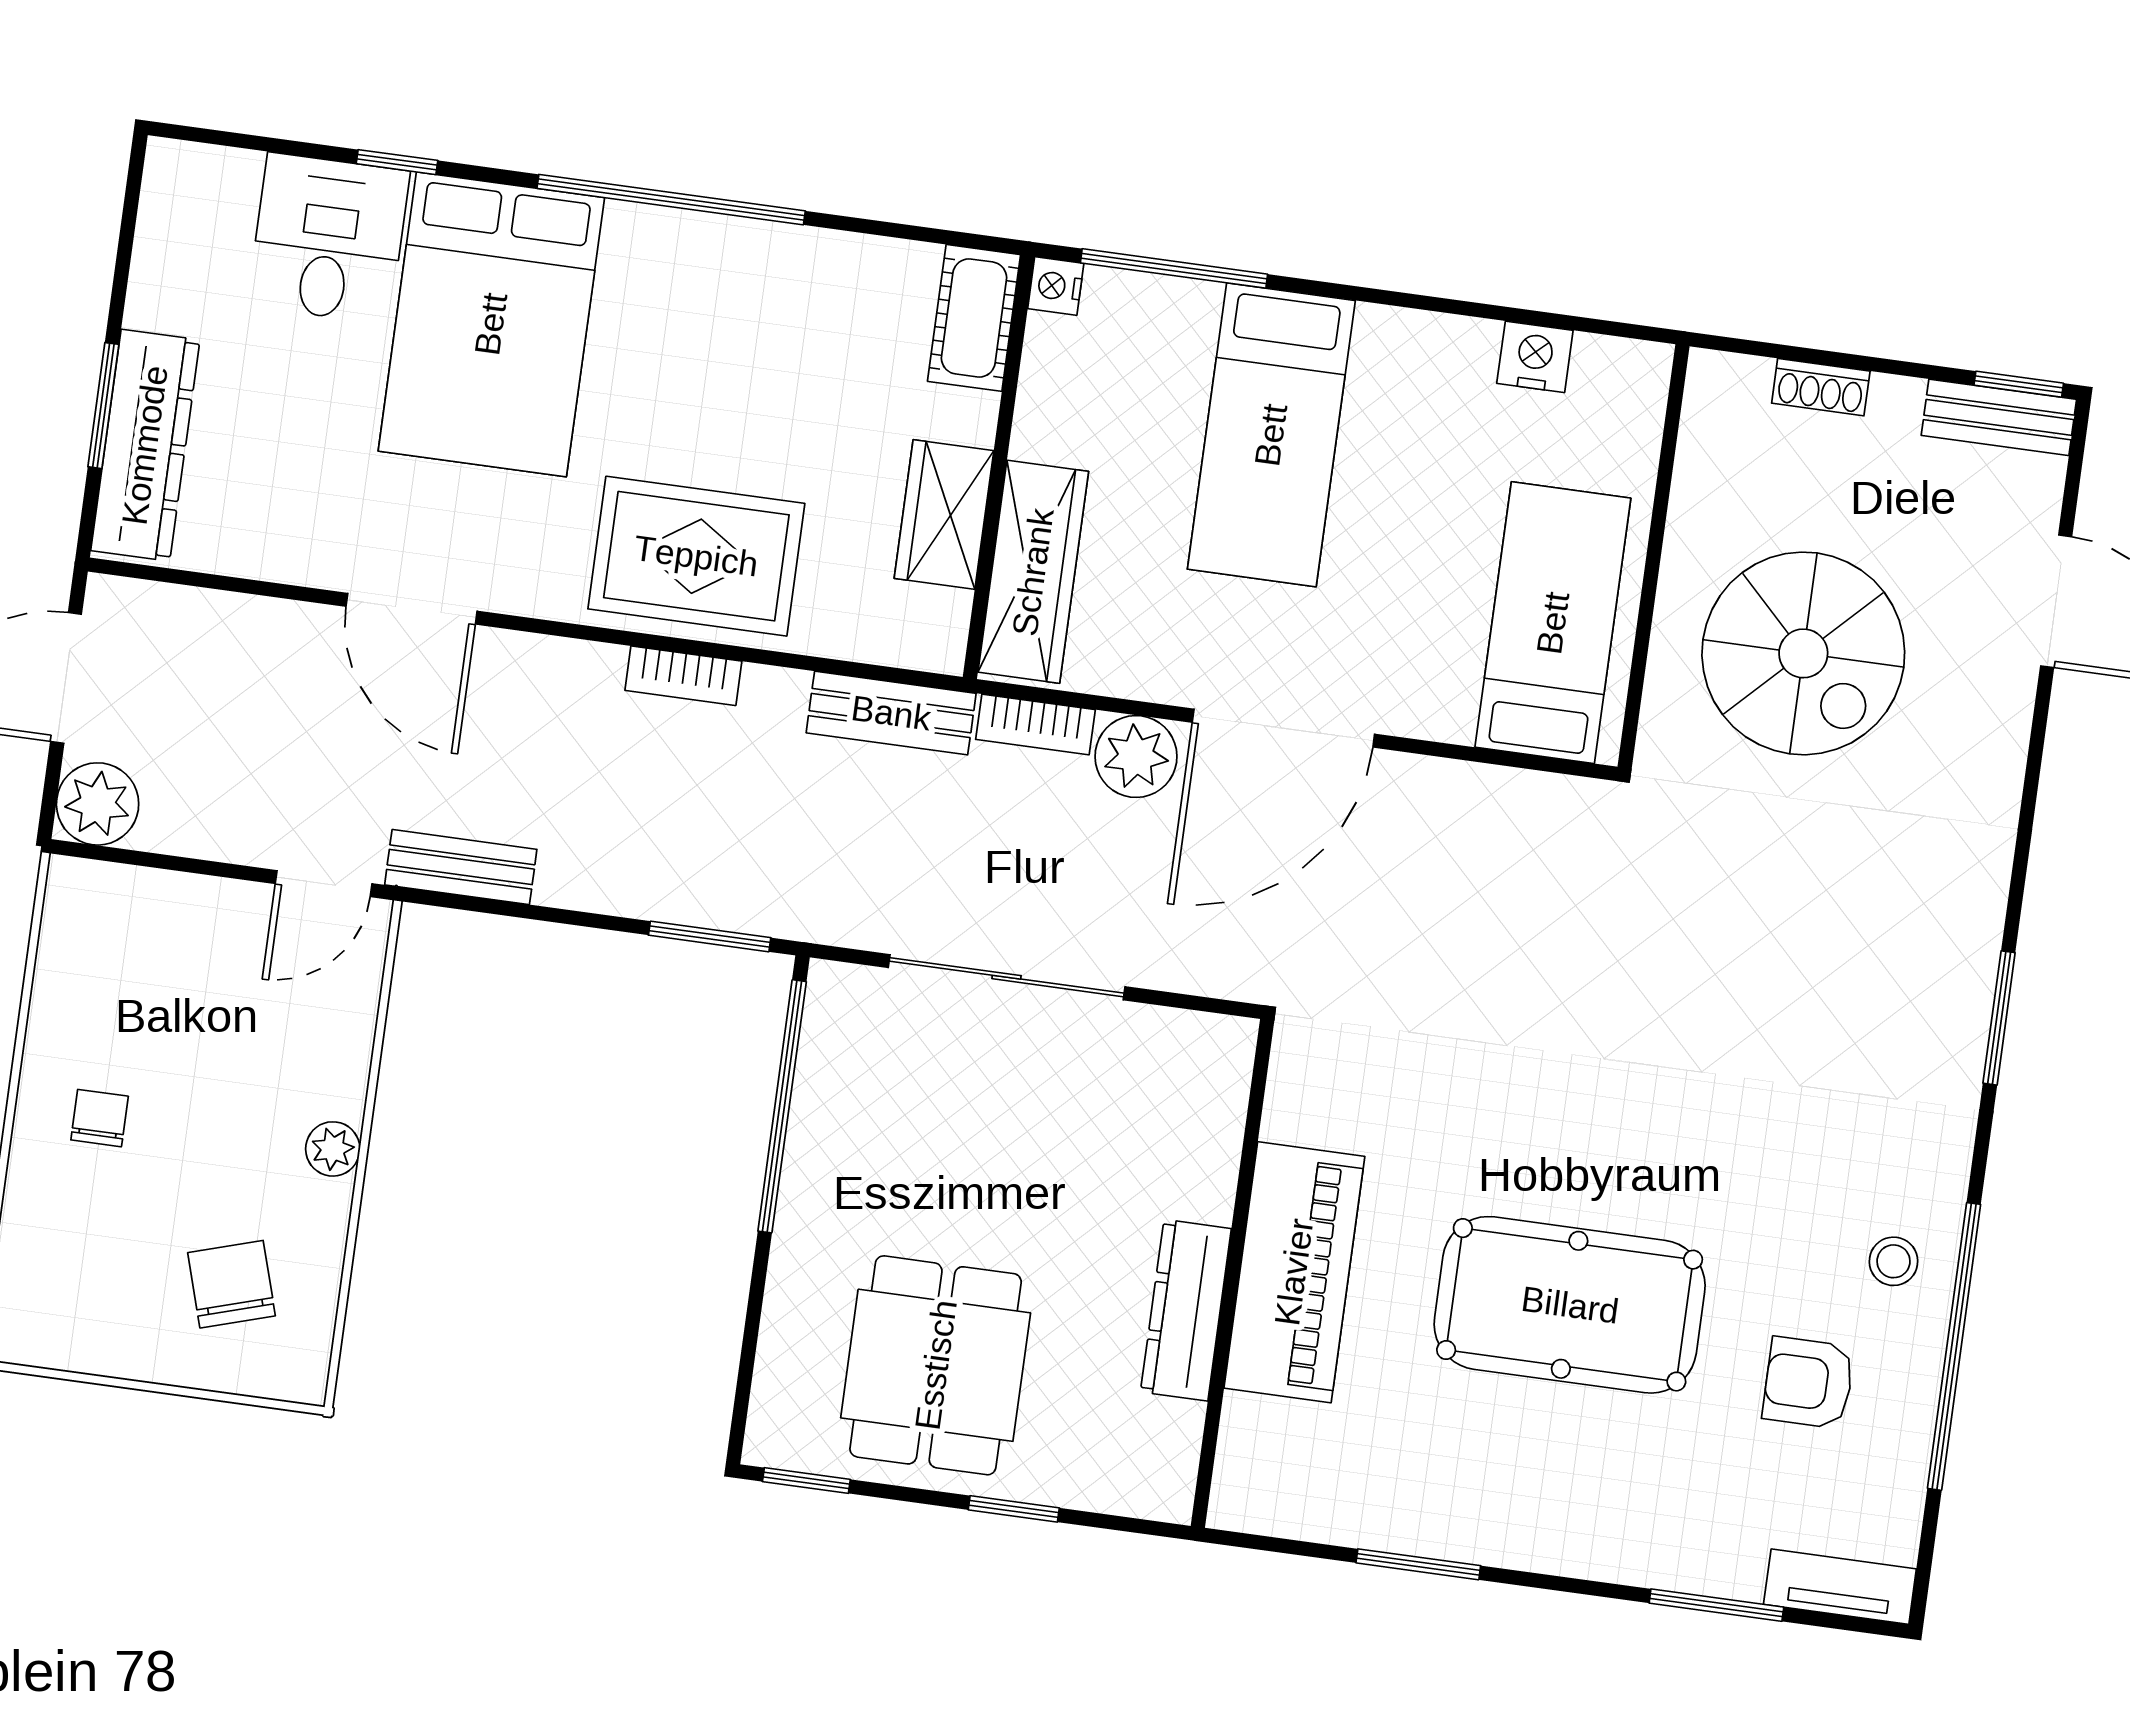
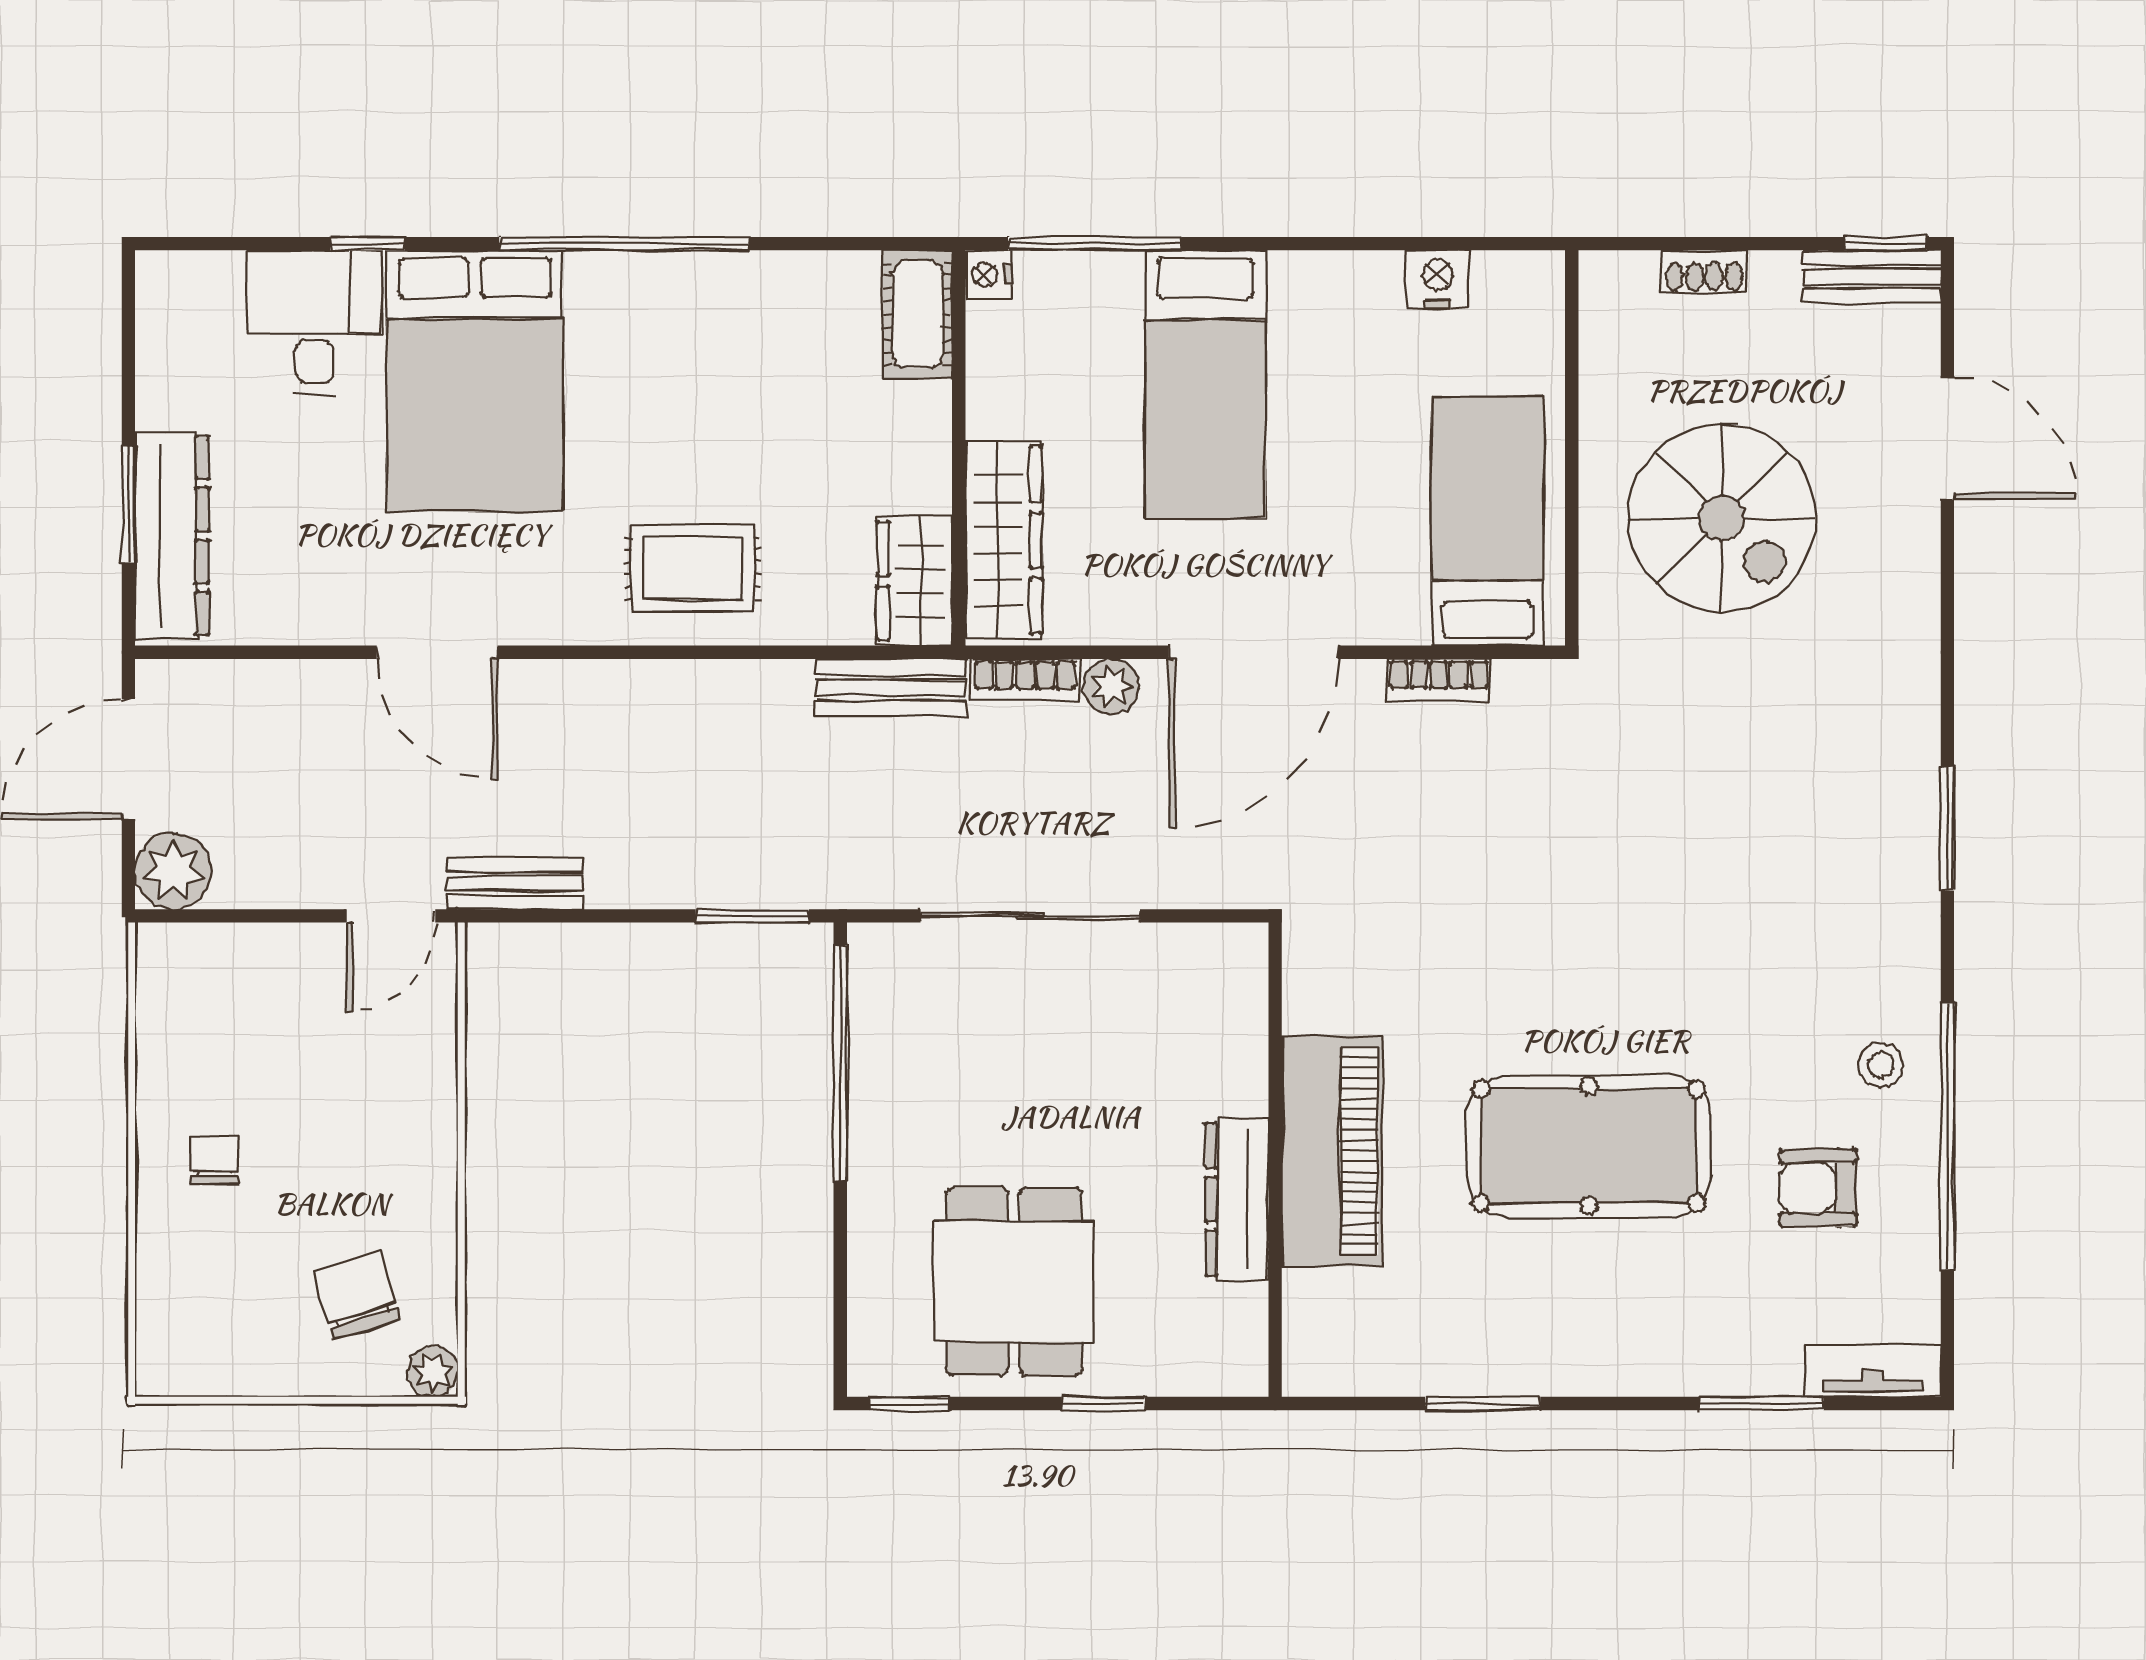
wardrobe: (944, 515) -> (915, 581), moved
rug: (696, 556) -> (692, 568), width x0.73, depth x0.70
bookcase: (683, 676) -> (1439, 680), moved
plant: (1136, 756) -> (1111, 686), width x0.73, depth x0.73
plant: (333, 1149) -> (433, 1372), moved

